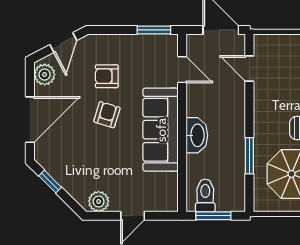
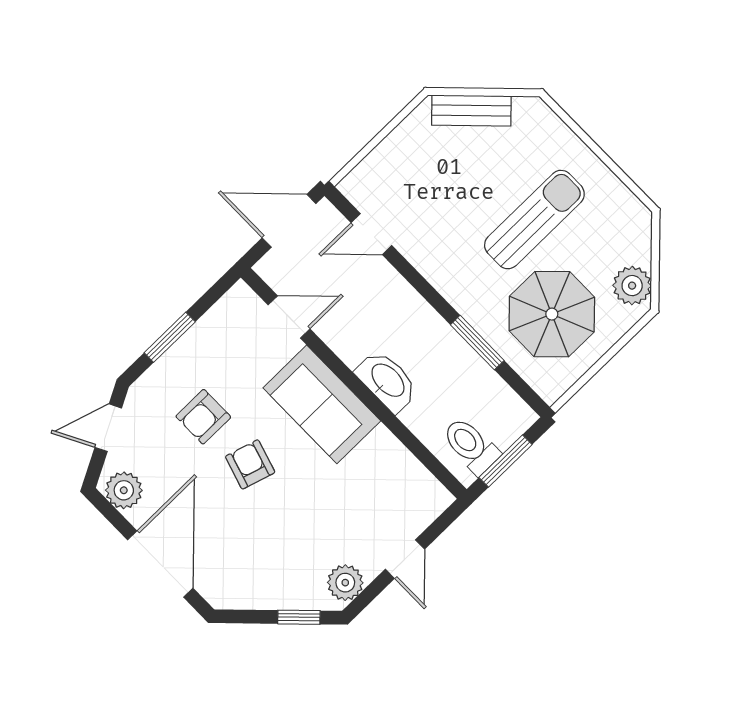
window: (154, 30) -> (170, 337), moved
door: (63, 43) -> (108, 428), swing flipped
sofa: (161, 130) -> (322, 404), width x0.73
window: (50, 182) -> (299, 617), moved

